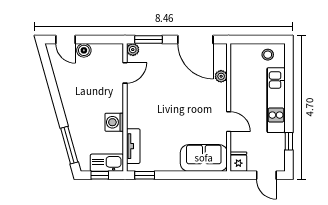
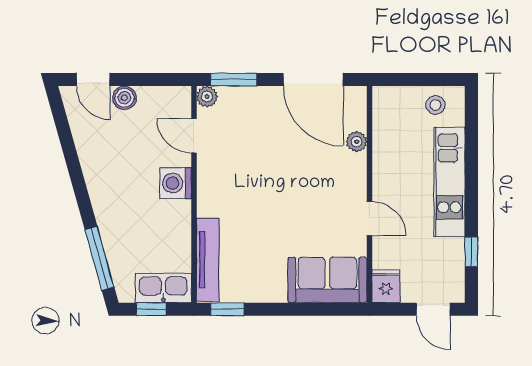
door: (125, 73) -> (194, 136), swing flipped
washing machine: (114, 122) -> (176, 183), moved
tv unit: (133, 146) -> (208, 260), width x1.41

